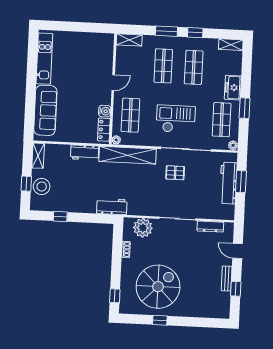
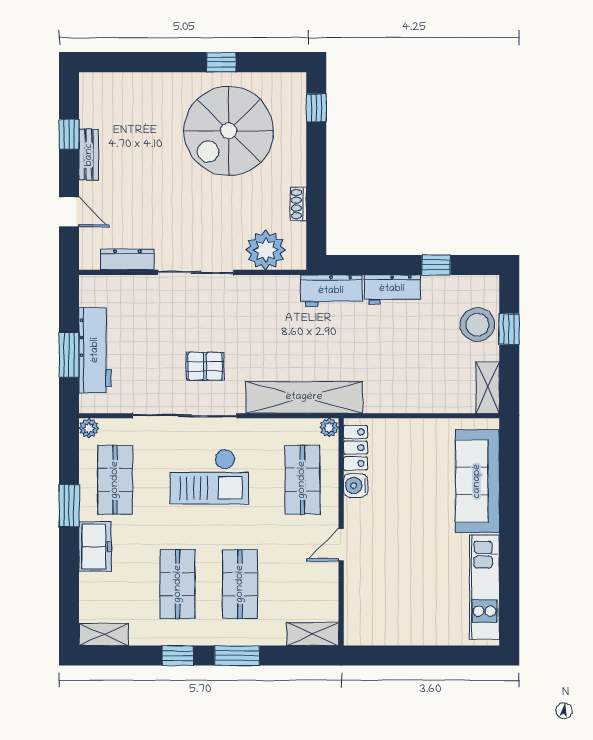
workbench: (85, 152) -> (392, 289), moved, turned 180

